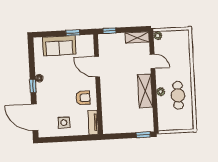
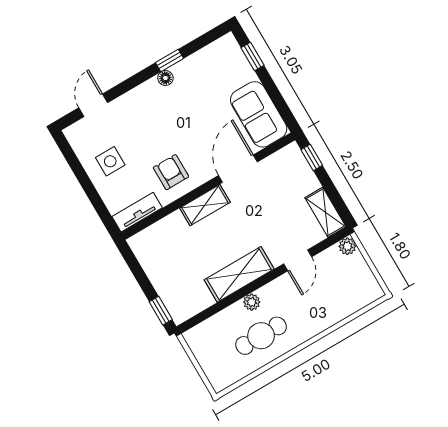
window: (73, 33) -> (252, 57), moved
sofa: (59, 46) -> (259, 114), moved
window: (33, 86) -> (169, 60), moved
shelving: (106, 90) -> (205, 205), added
armchair: (83, 98) -> (171, 172), turned 180
door: (35, 117) -> (93, 105), width x0.53

